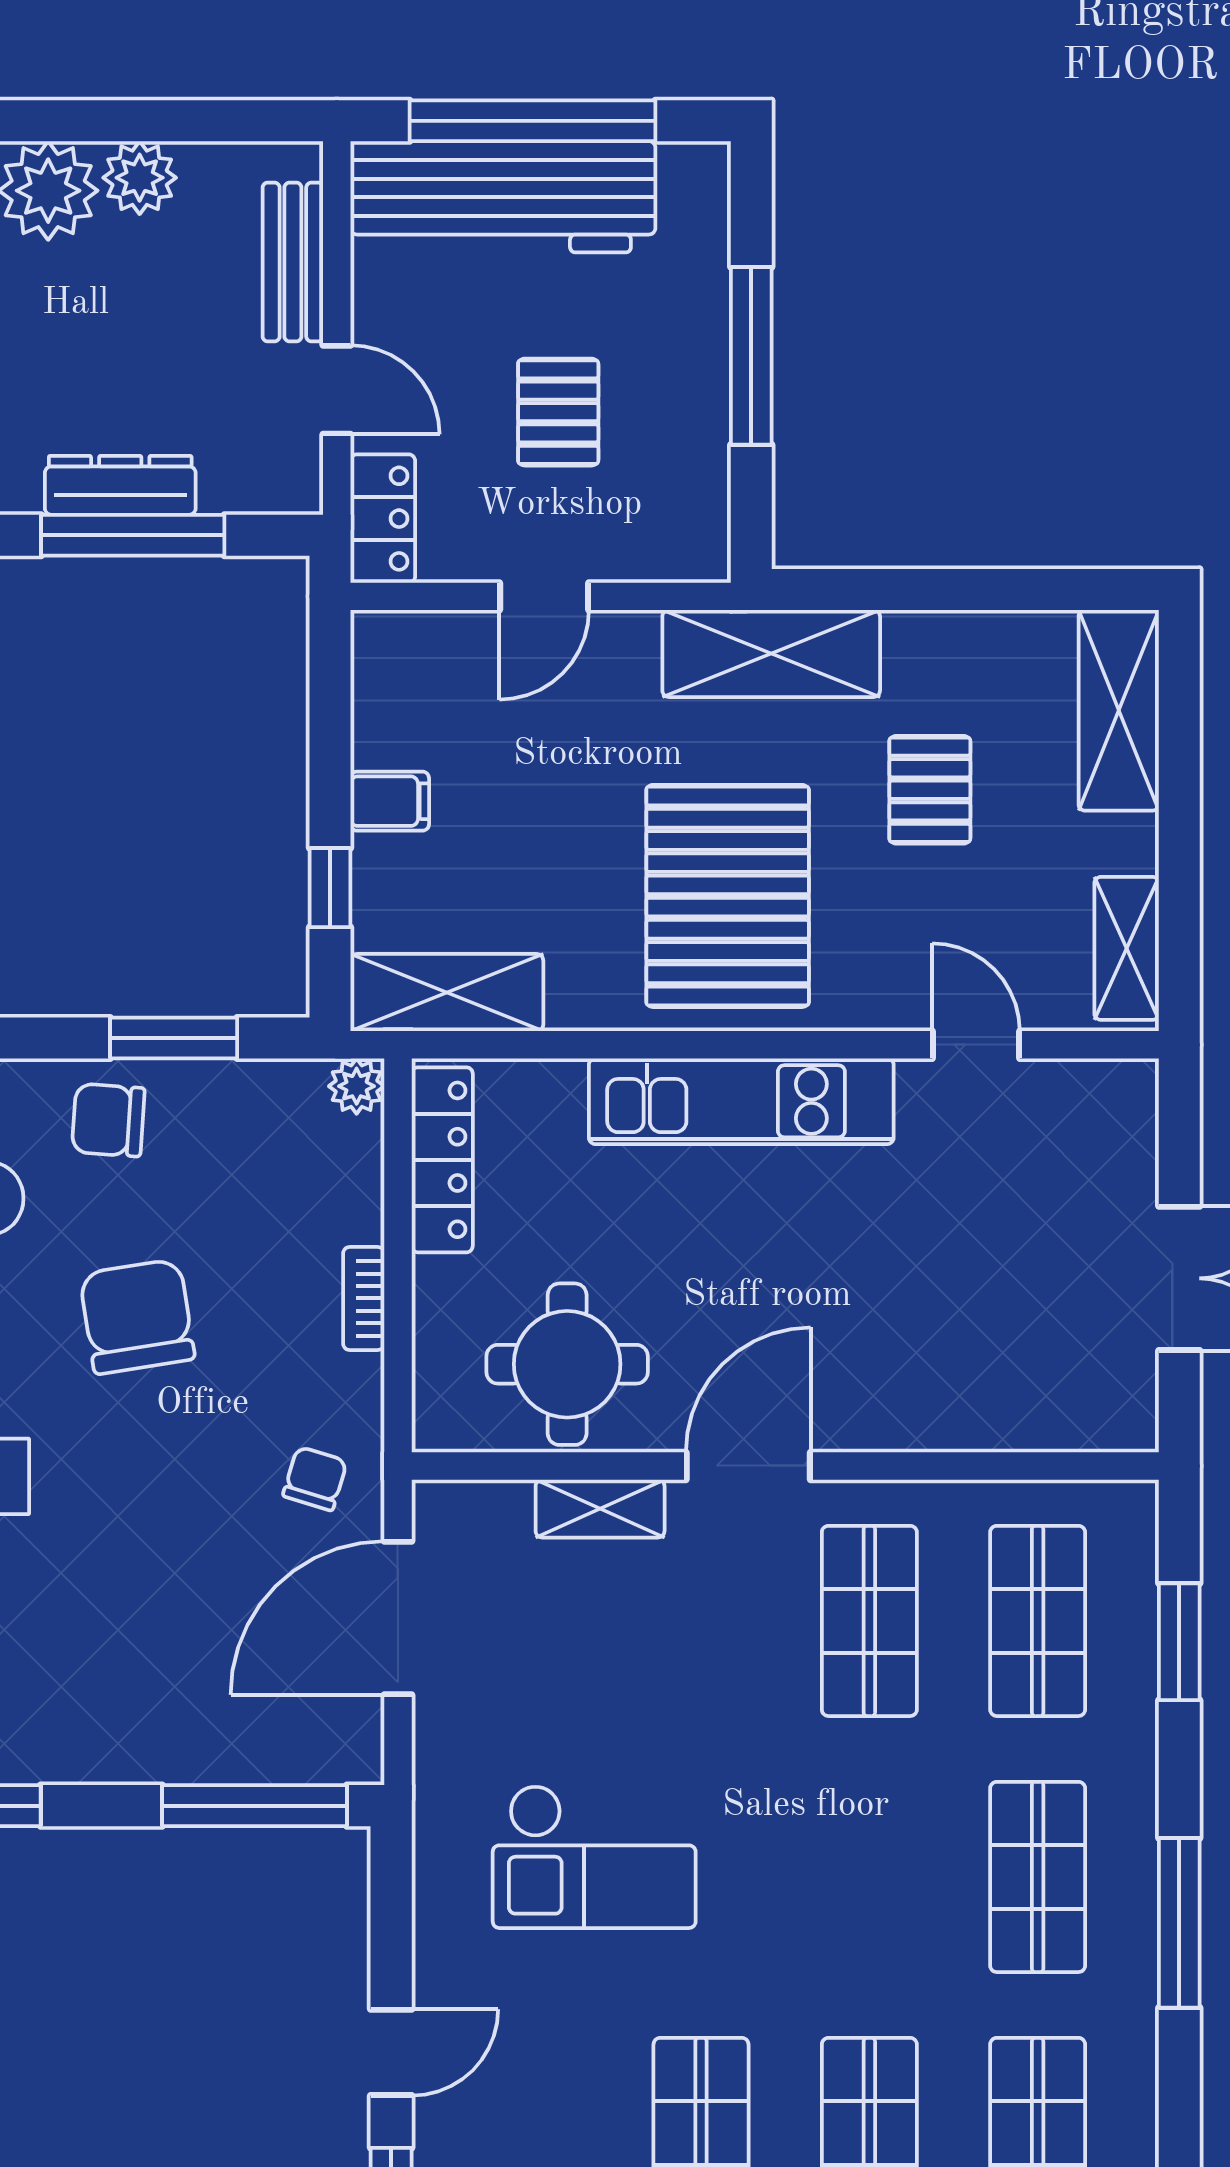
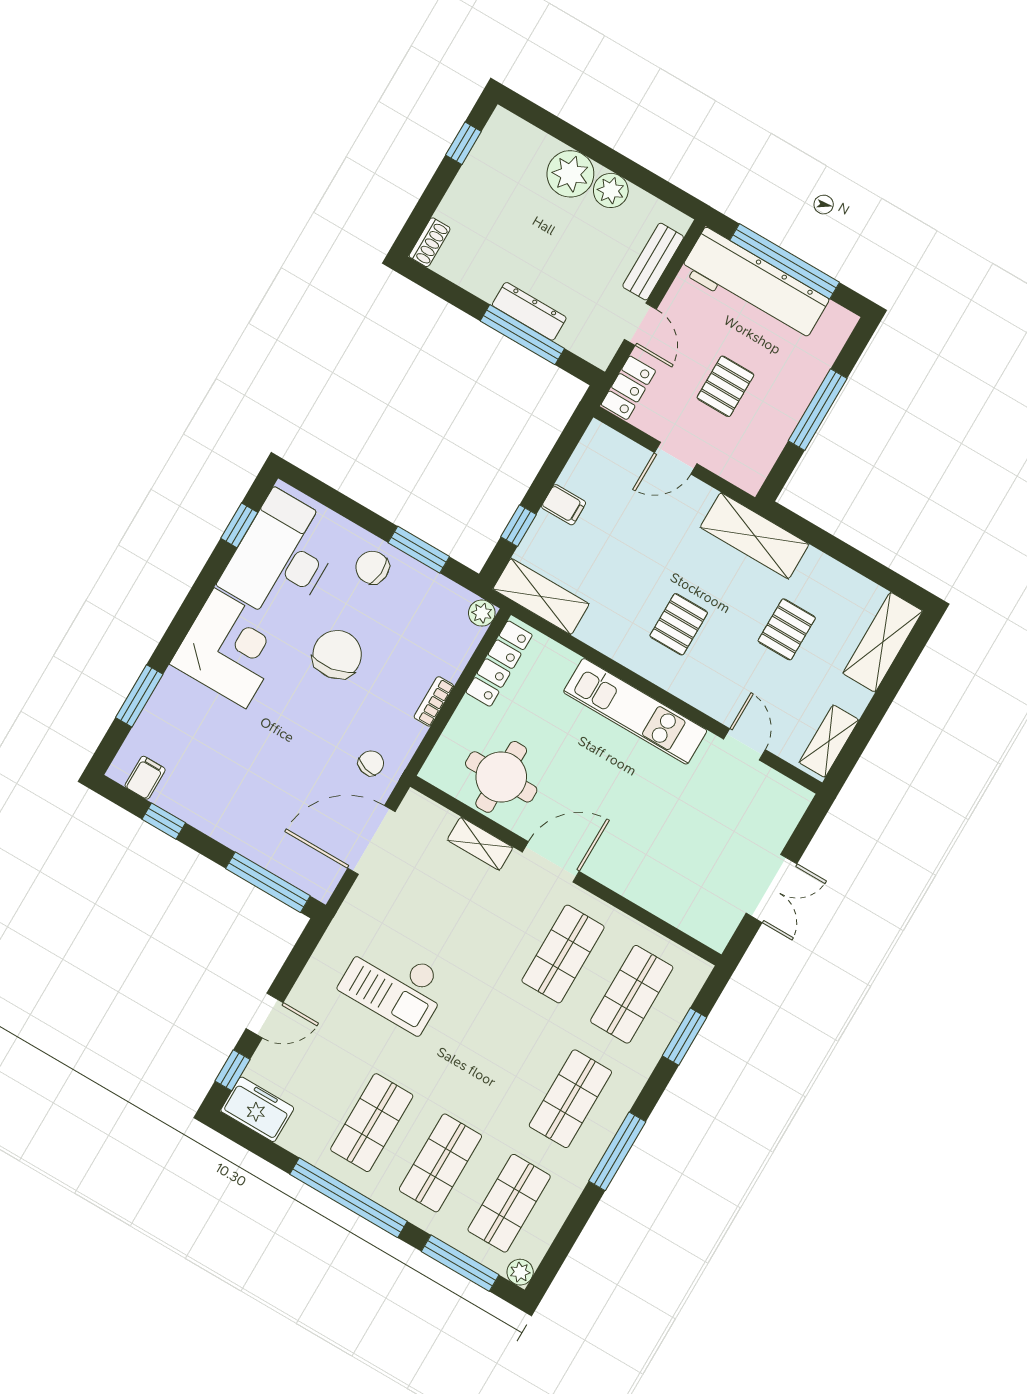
pallet: (728, 896) -> (679, 624), width x0.49, depth x0.50

